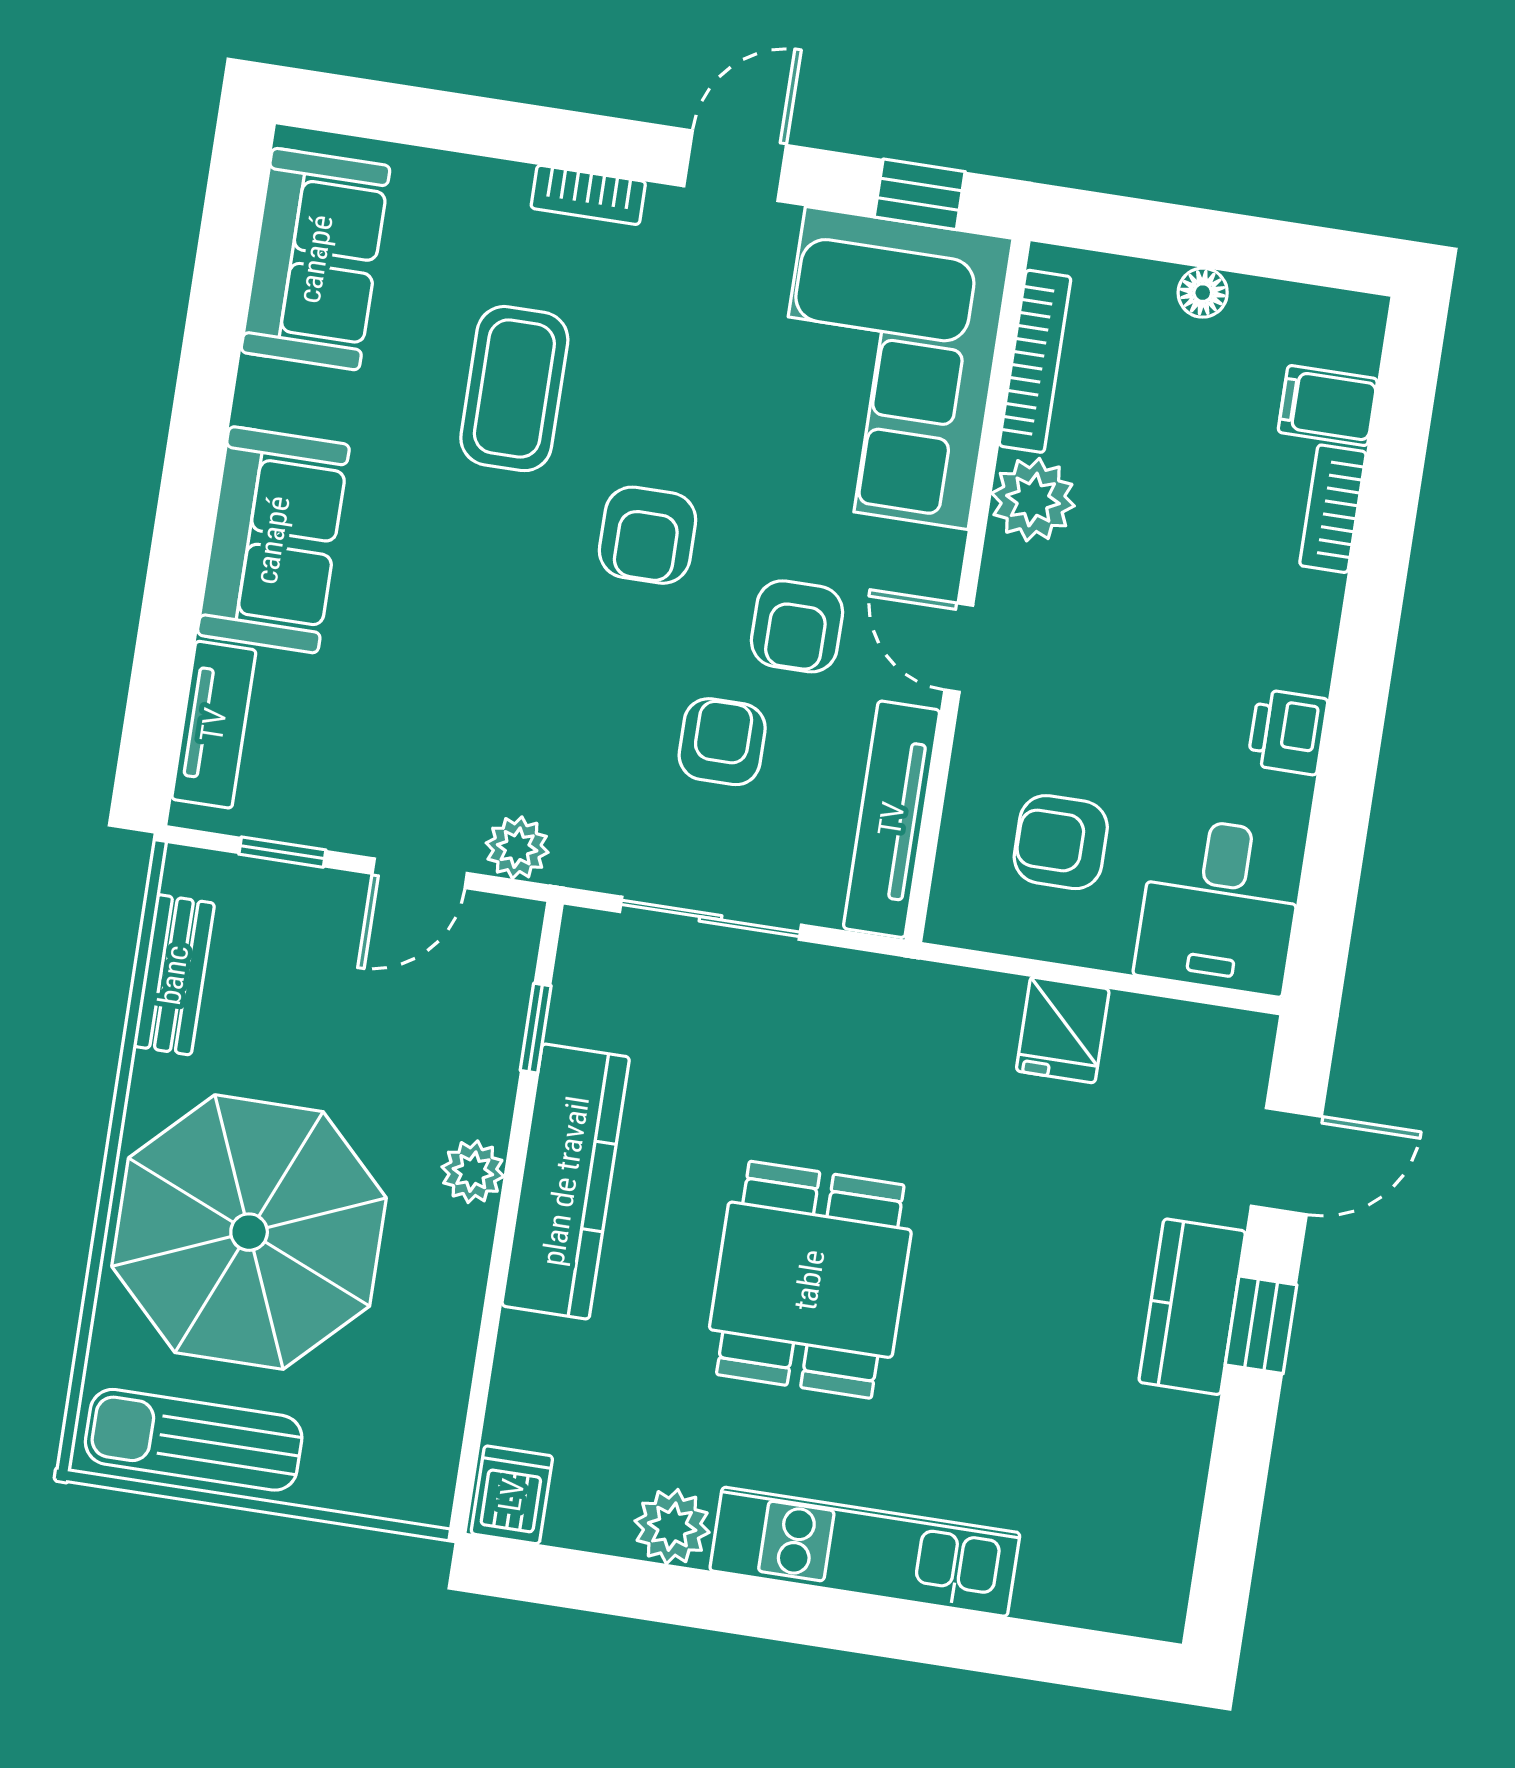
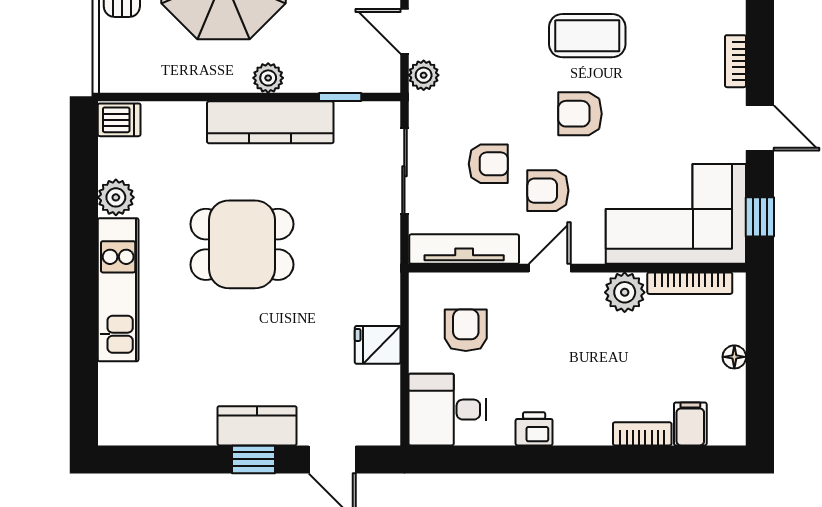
coffee table: (514, 389) -> (587, 36), moved

